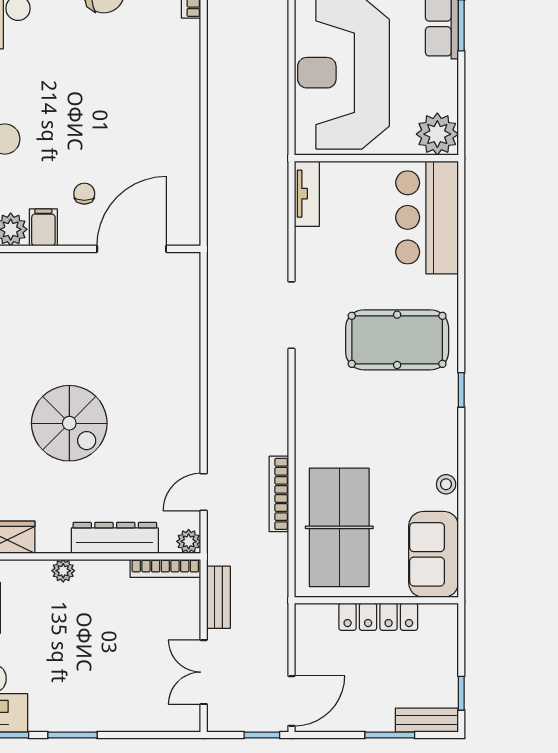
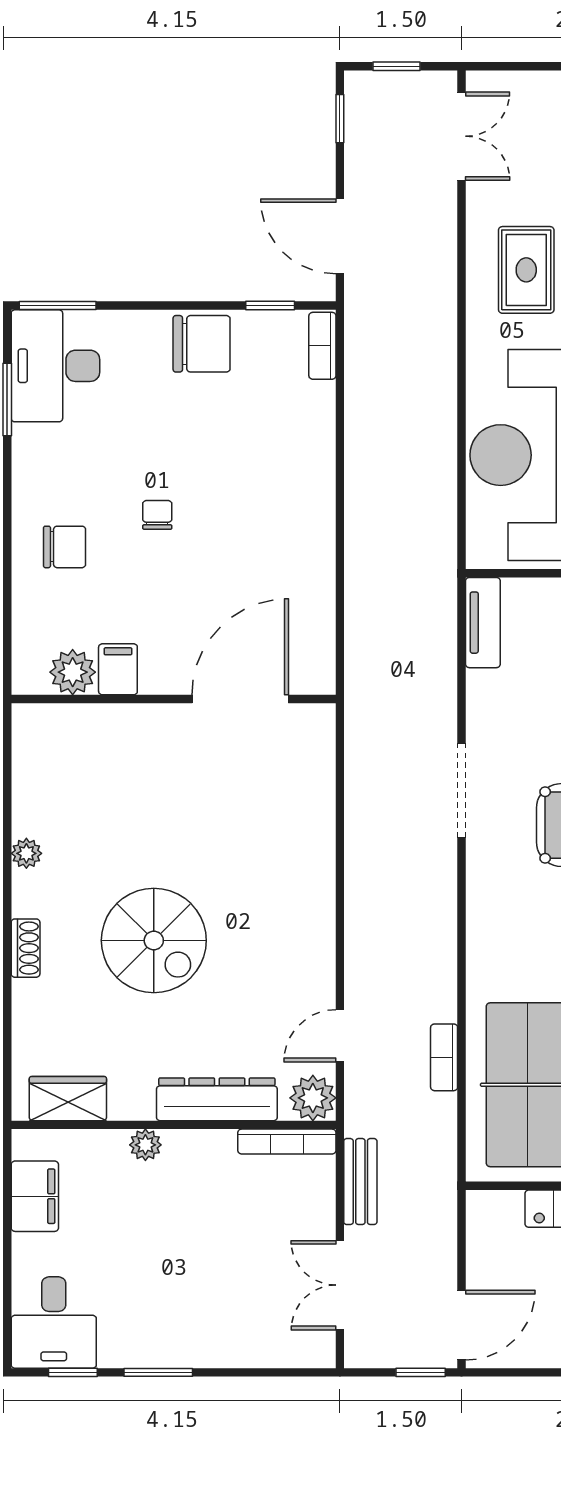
chair: (84, 194) -> (157, 515), moved
bookcase: (279, 494) -> (444, 1057), width x0.64
plant: (189, 541) -> (313, 1098), width x1.38, depth x1.38

